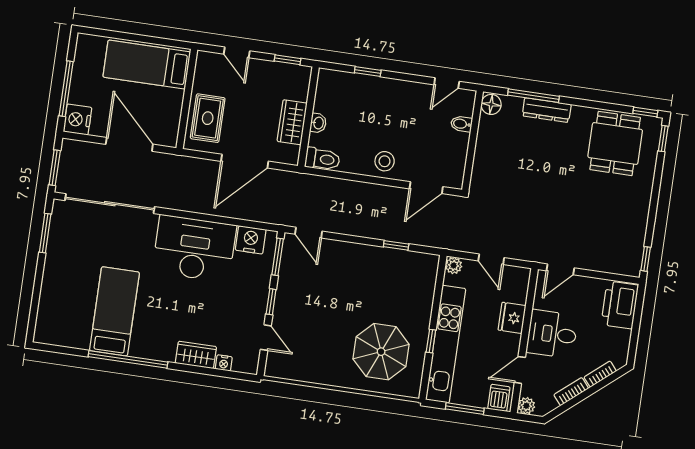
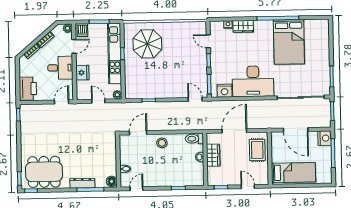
dining table: (615, 143) -> (44, 172), width x1.37
bed: (114, 311) -> (289, 42), width x1.50

